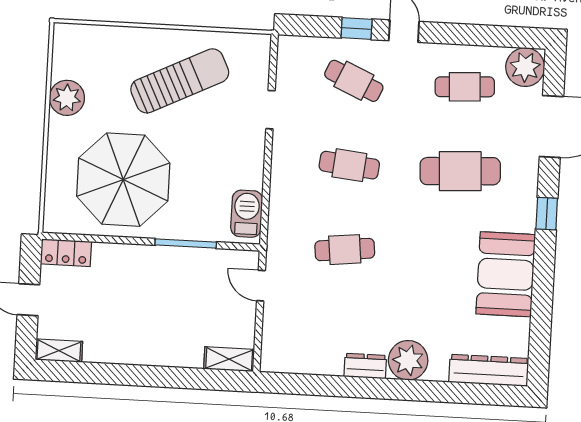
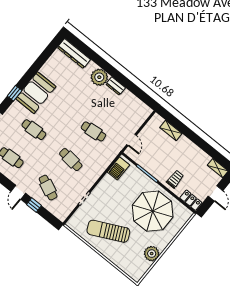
cafe table: (460, 171) -> (34, 130), width x0.73, depth x0.74
trolley: (125, 271) -> (175, 179), added
booth: (506, 274) -> (36, 93), moved
shelving: (229, 359) -> (171, 131), moved

